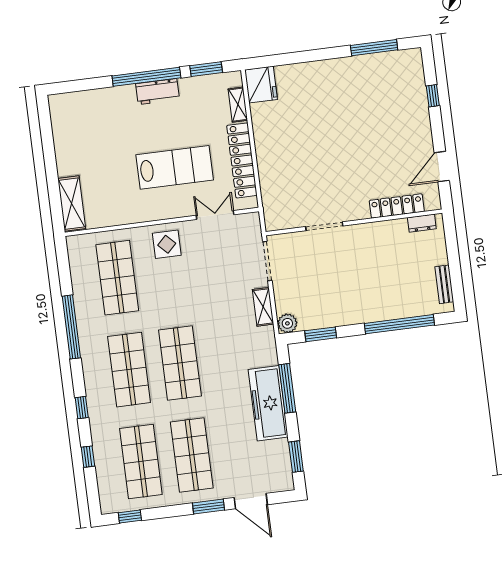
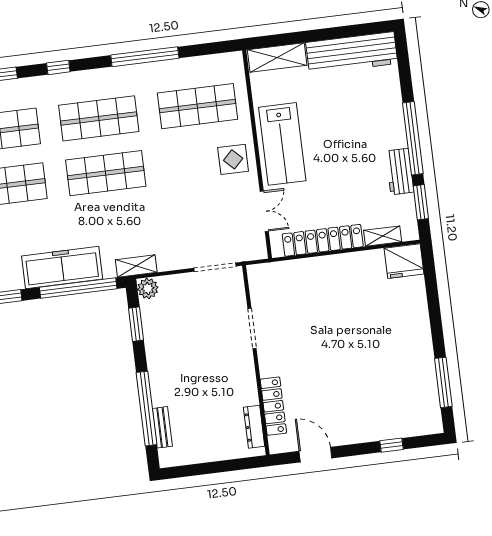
workbench: (158, 92) -> (400, 172), moved
workbench: (67, 134) -> (352, 53), added
lab bench: (175, 167) -> (282, 144), moved
dresser: (422, 223) -> (254, 427), width x1.44
bench: (444, 284) -> (162, 427), moved, turned 90
shelving: (263, 307) -> (136, 266), moved
window: (287, 388) -> (78, 288), width x1.46

